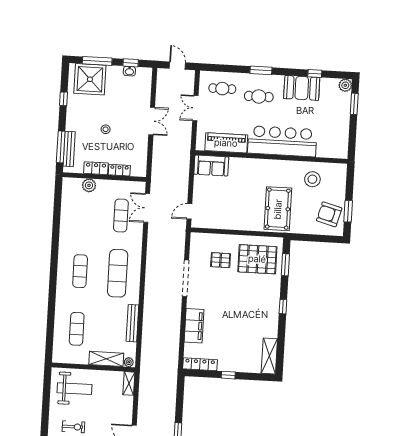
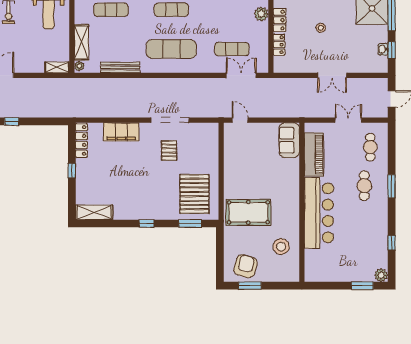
booth: (302, 88) -> (376, 230), removed
pallet: (221, 260) -> (169, 151), moved

